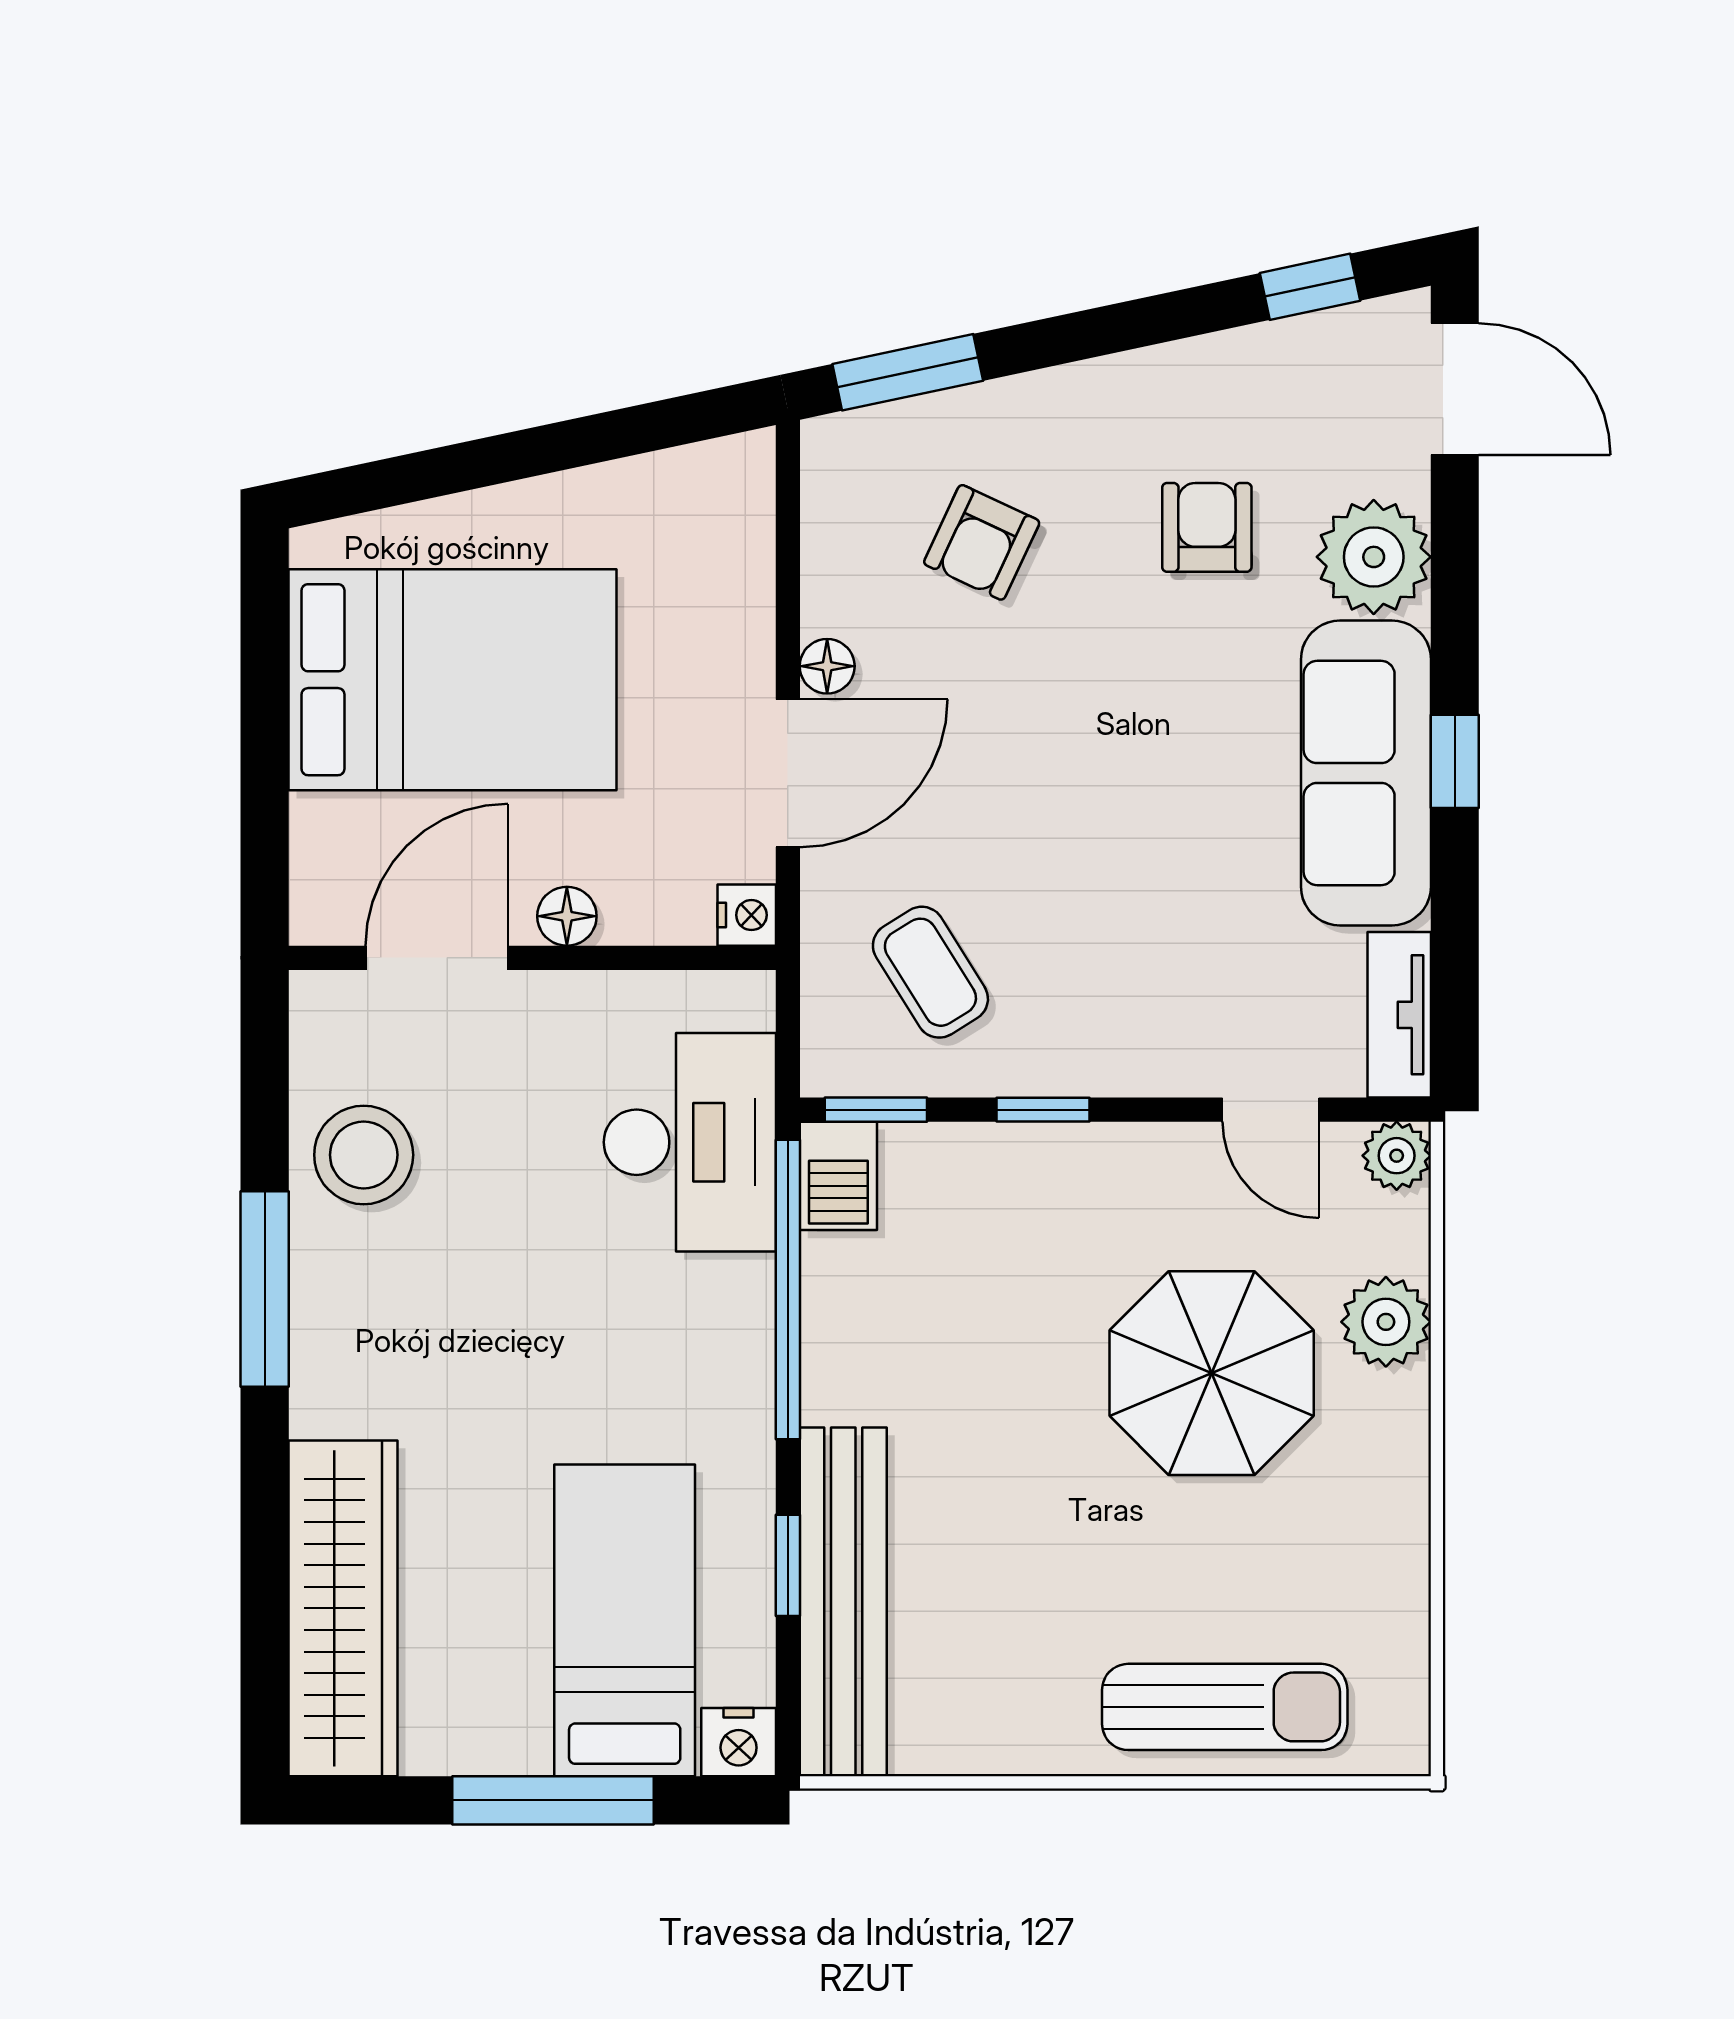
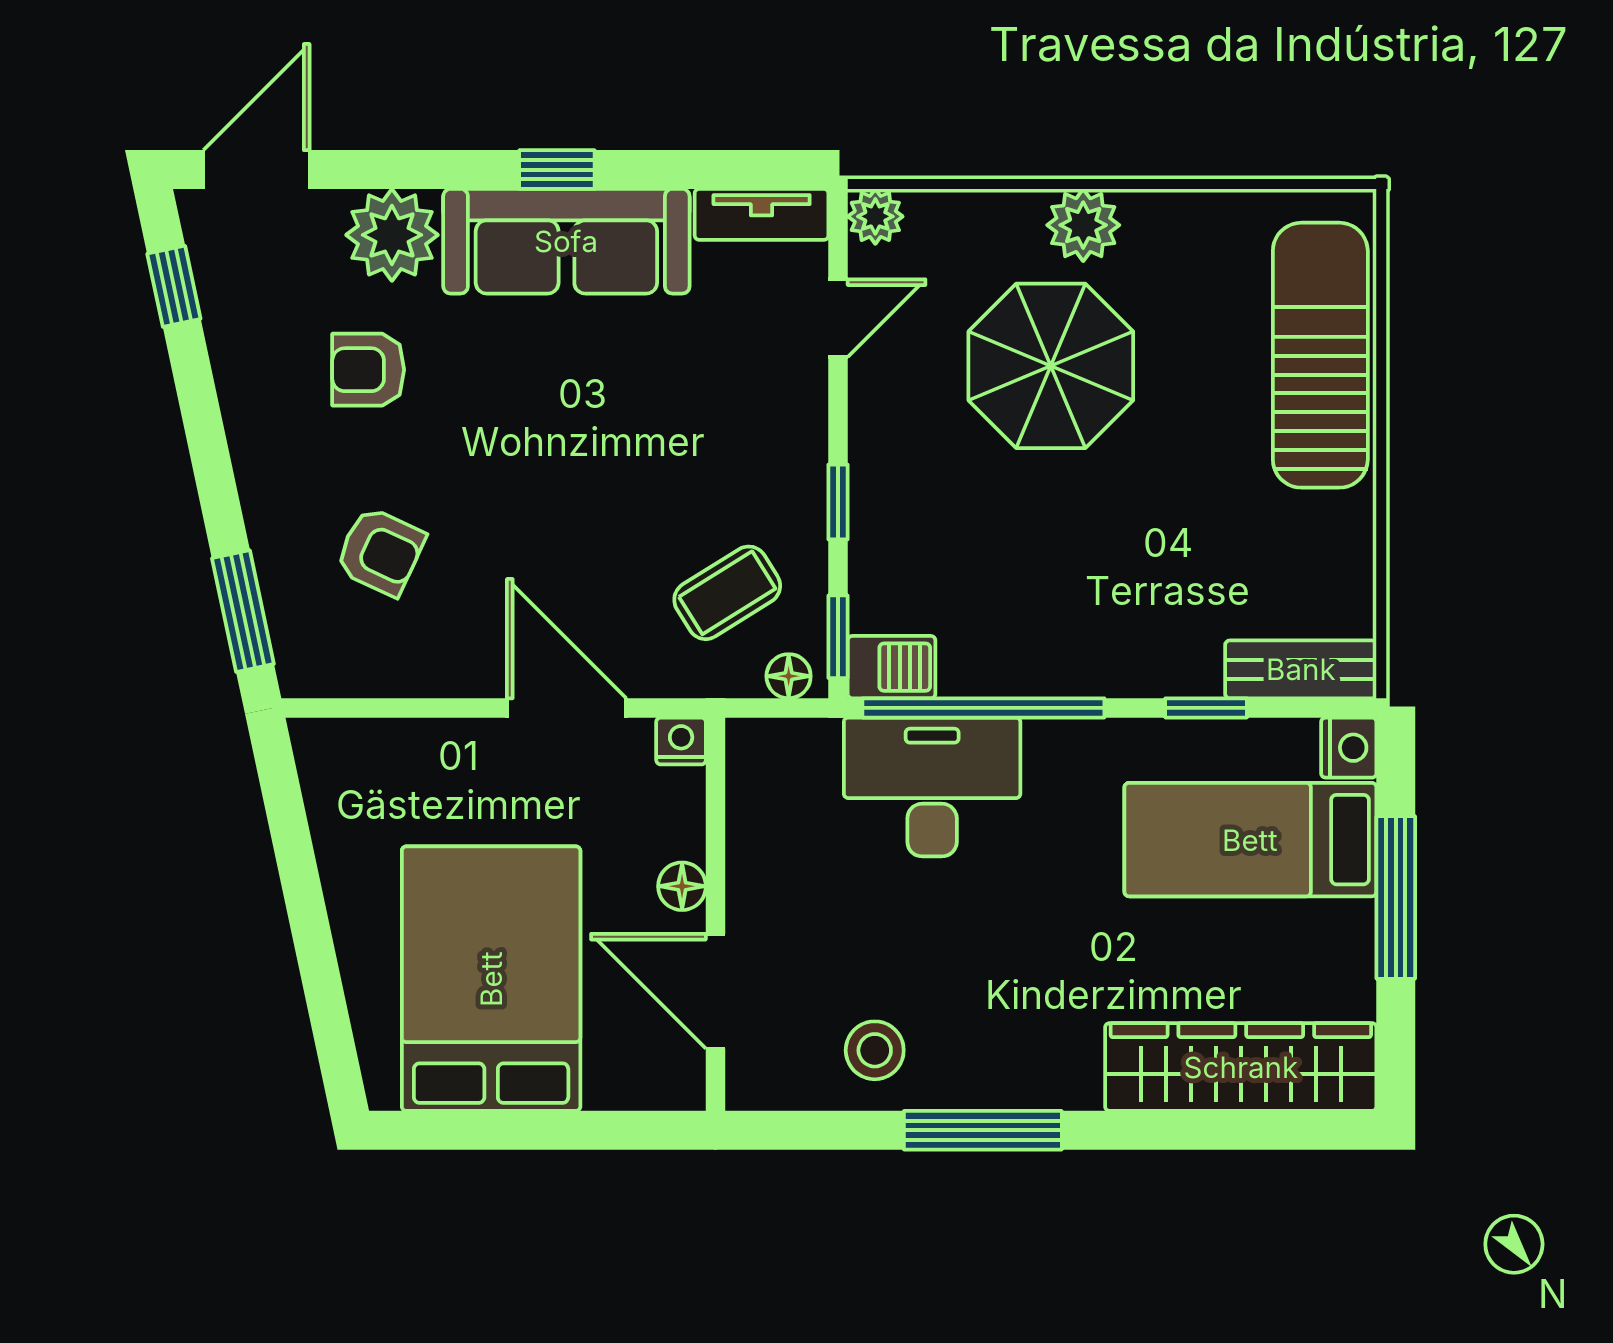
floor lamp: (827, 666) -> (789, 676), moved
desk: (690, 1142) -> (932, 787), moved
stool: (364, 1155) -> (875, 1050), width x0.73, depth x0.73
plant: (1386, 1322) -> (1083, 225), moved
bench: (843, 1602) -> (1301, 669), width x0.54, depth x0.82
sun lounger: (1225, 1707) -> (1320, 355), width x1.36, depth x1.34

